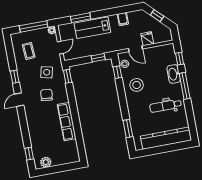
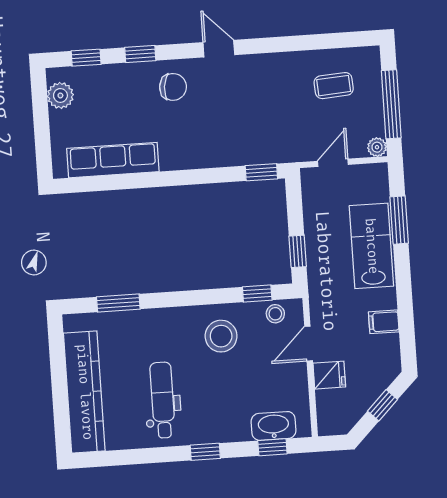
door: (60, 48) -> (333, 163), swing flipped
side table: (47, 72) -> (277, 123), removed
washbasin: (174, 74) -> (274, 426), moved
window: (15, 77) -> (140, 54), moved
window: (185, 86) -> (205, 452), width x0.46
chair: (46, 95) -> (173, 87), moved
row of seats: (67, 122) -> (113, 160), moved

